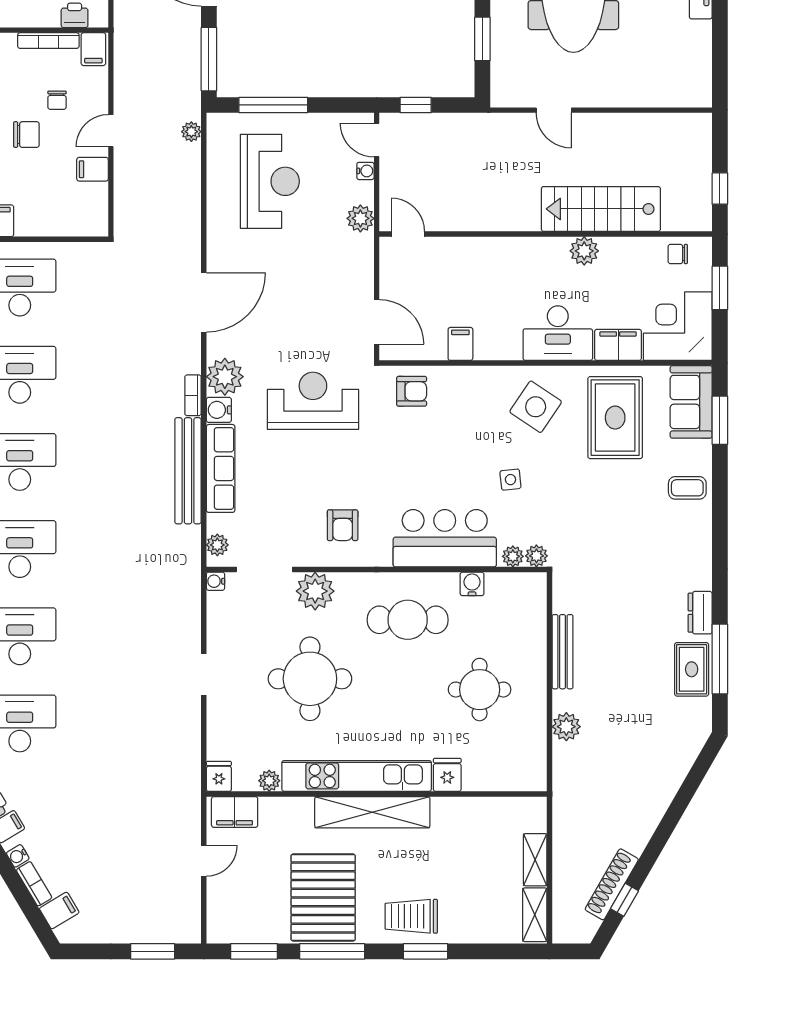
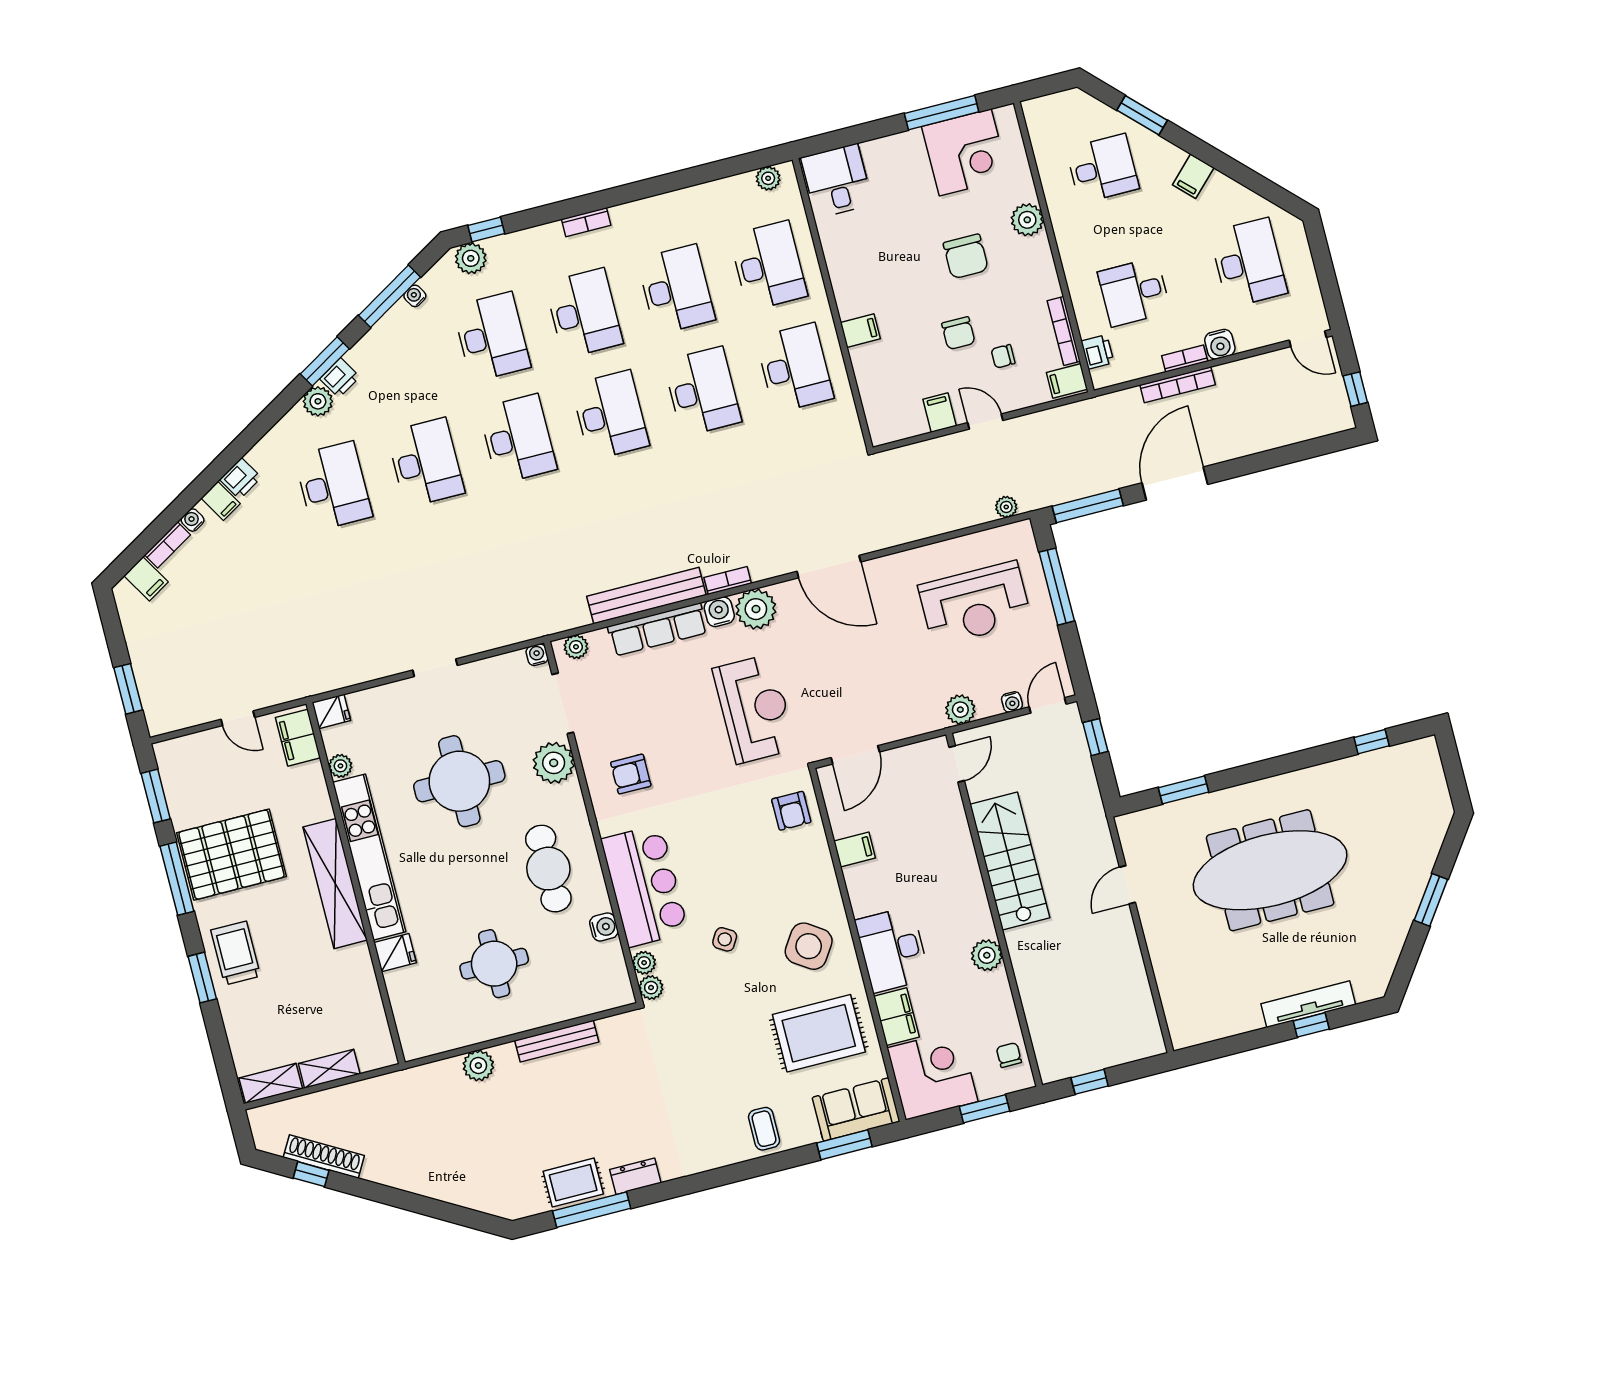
stairs: (601, 209) -> (1010, 861), moved
side table: (510, 480) -> (725, 939), turned 37

